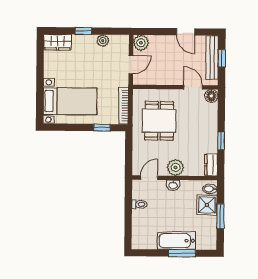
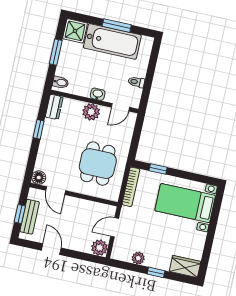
bench: (212, 58) -> (30, 217), width x0.73
shower: (207, 205) -> (75, 31), moved
bathtub: (177, 241) -> (112, 41), width x1.36, depth x1.36
window: (182, 253) -> (117, 26), moved

